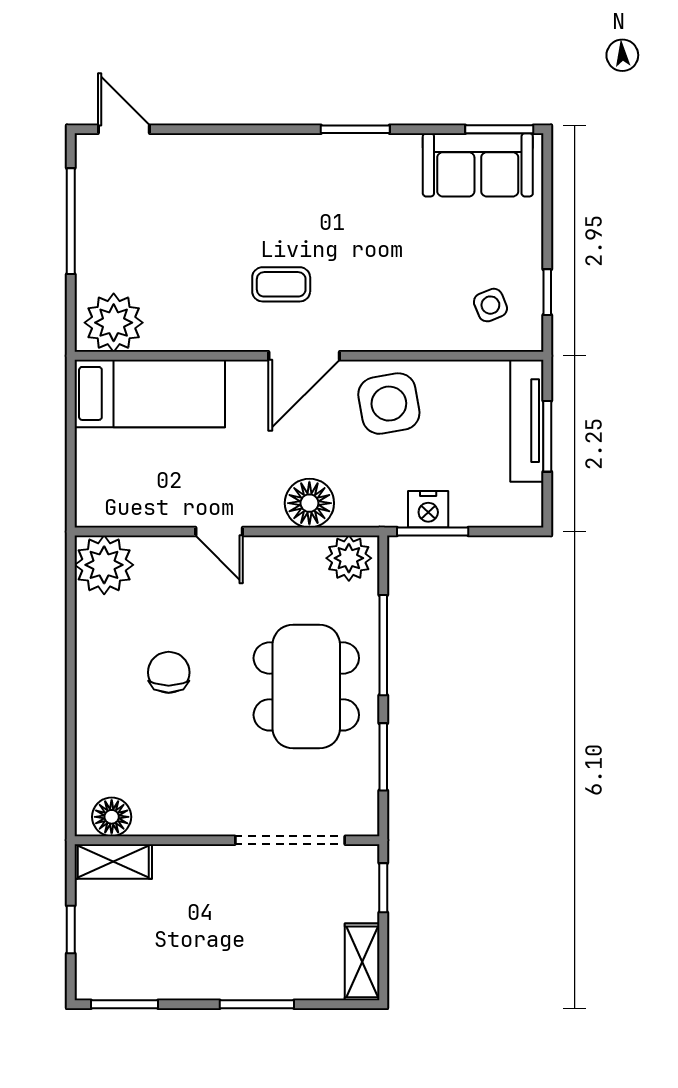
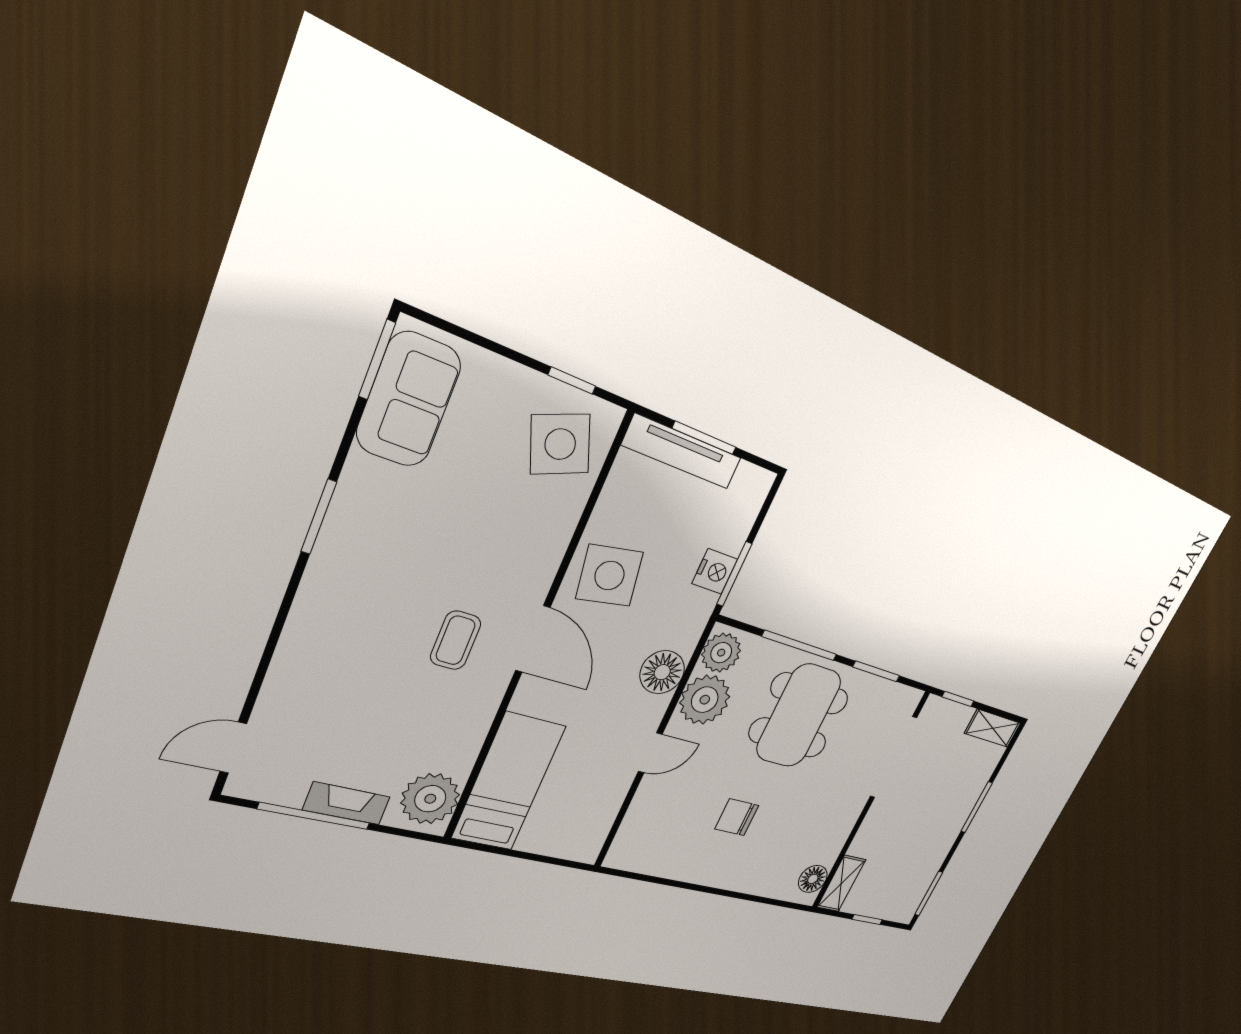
fireplace: (91, 246) -> (347, 803), added
side table: (490, 305) -> (560, 444), width x1.87, depth x1.87
plant: (104, 565) -> (705, 700), moved
dining table: (306, 686) -> (799, 716), turned 90

